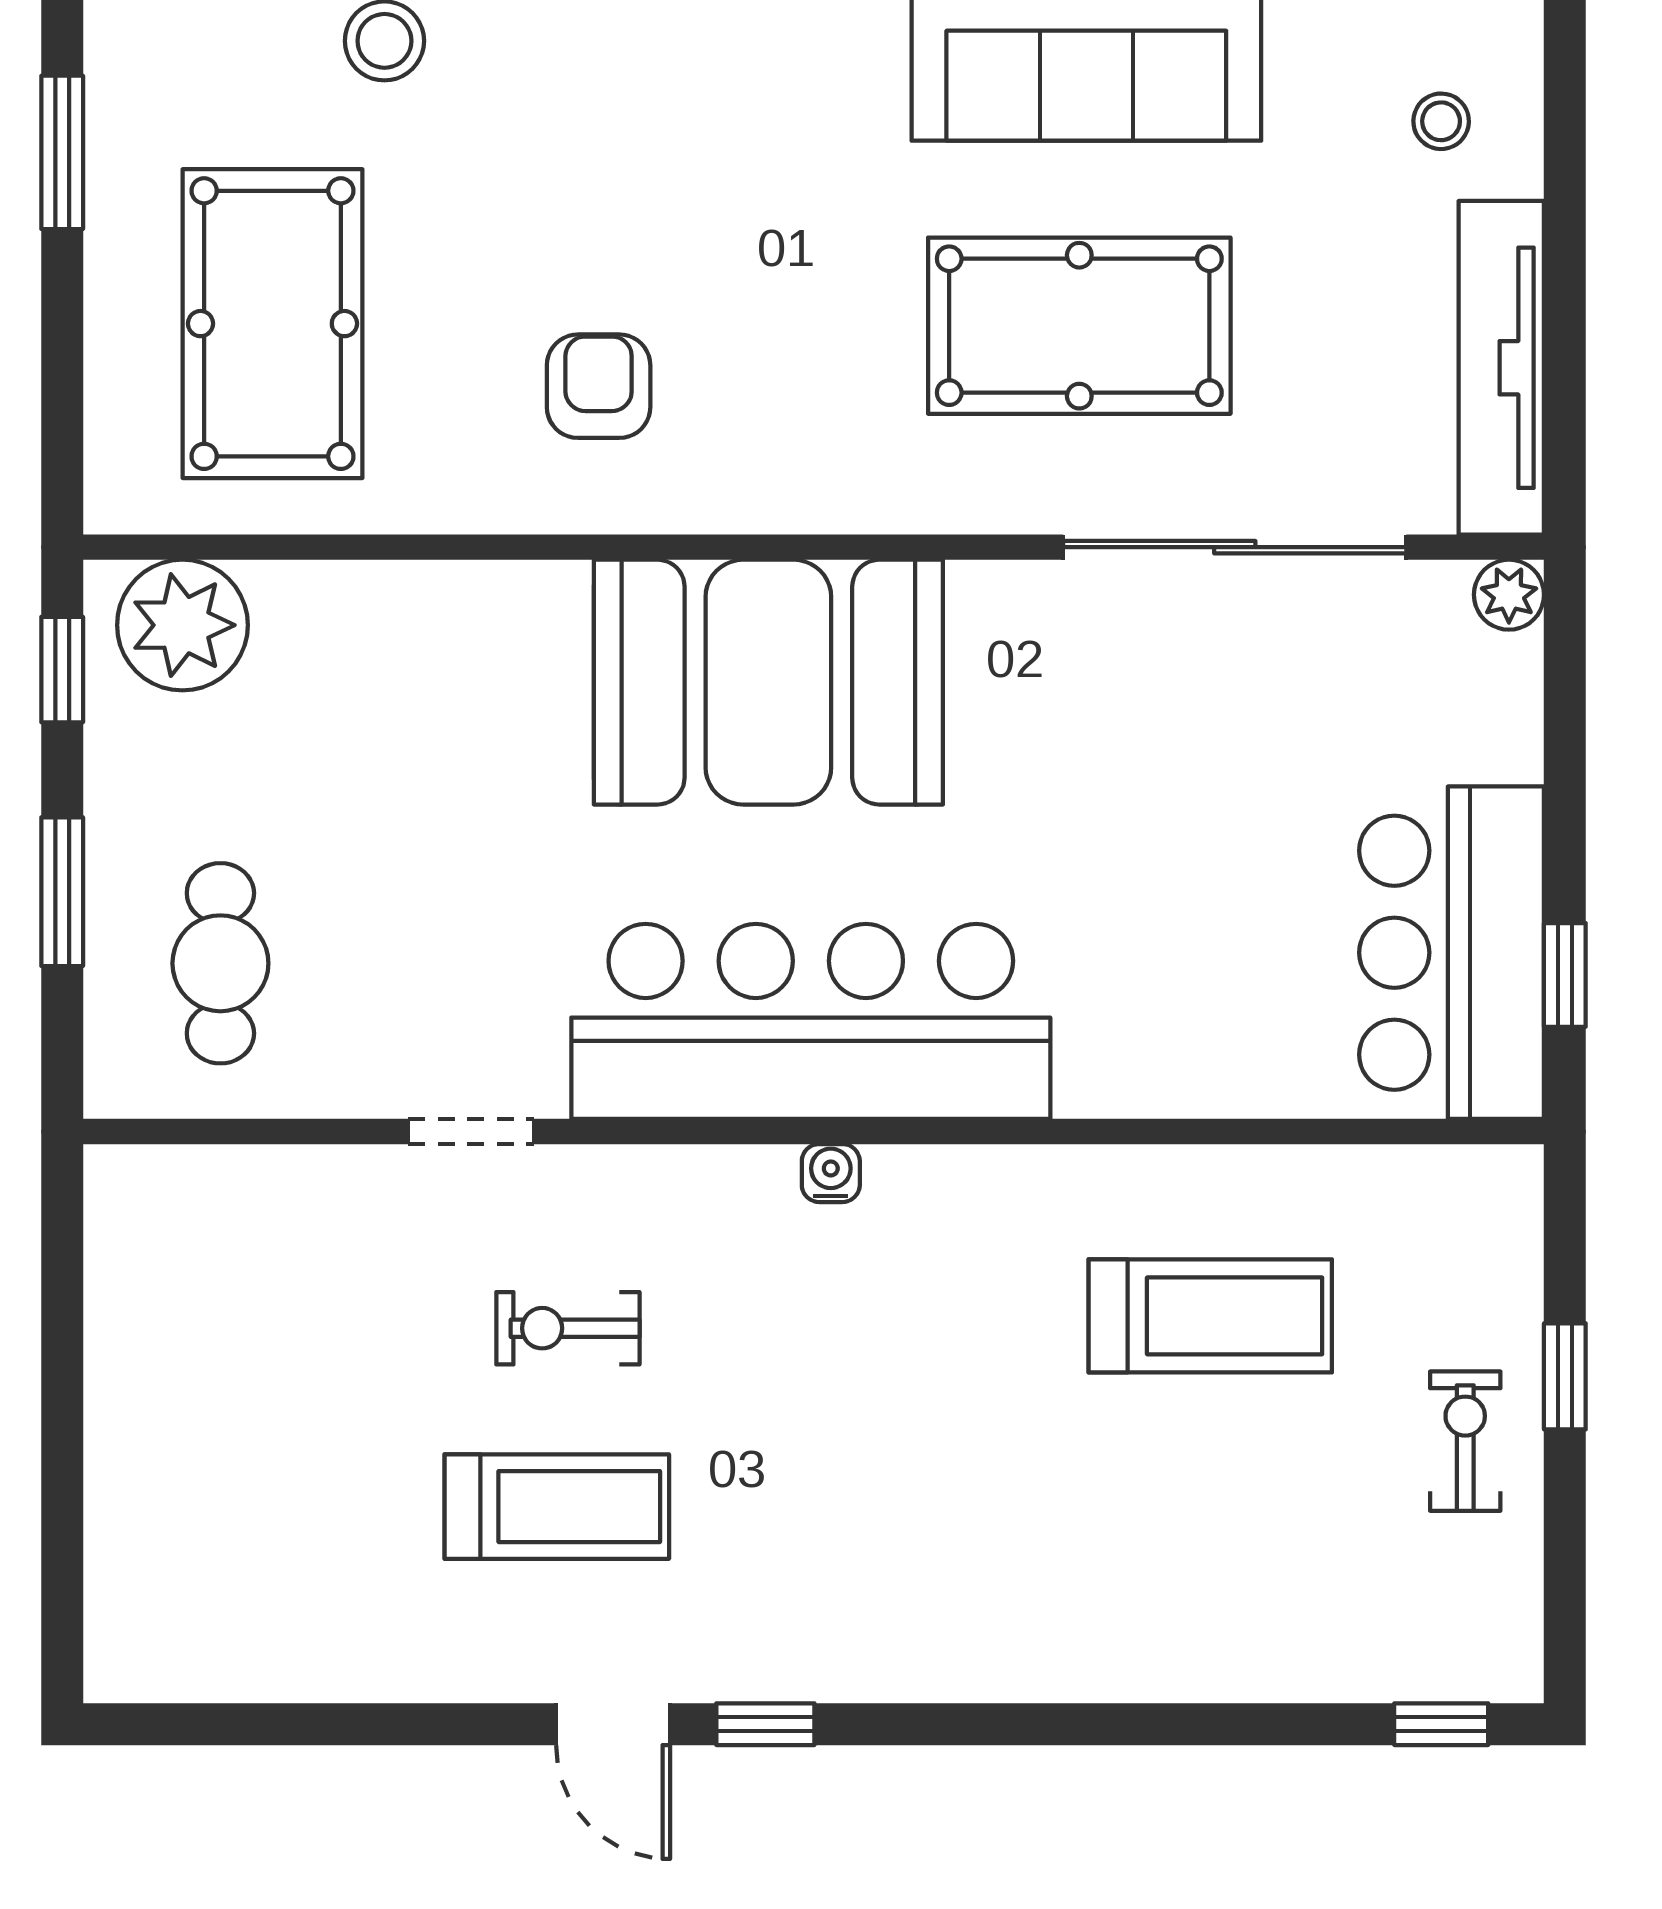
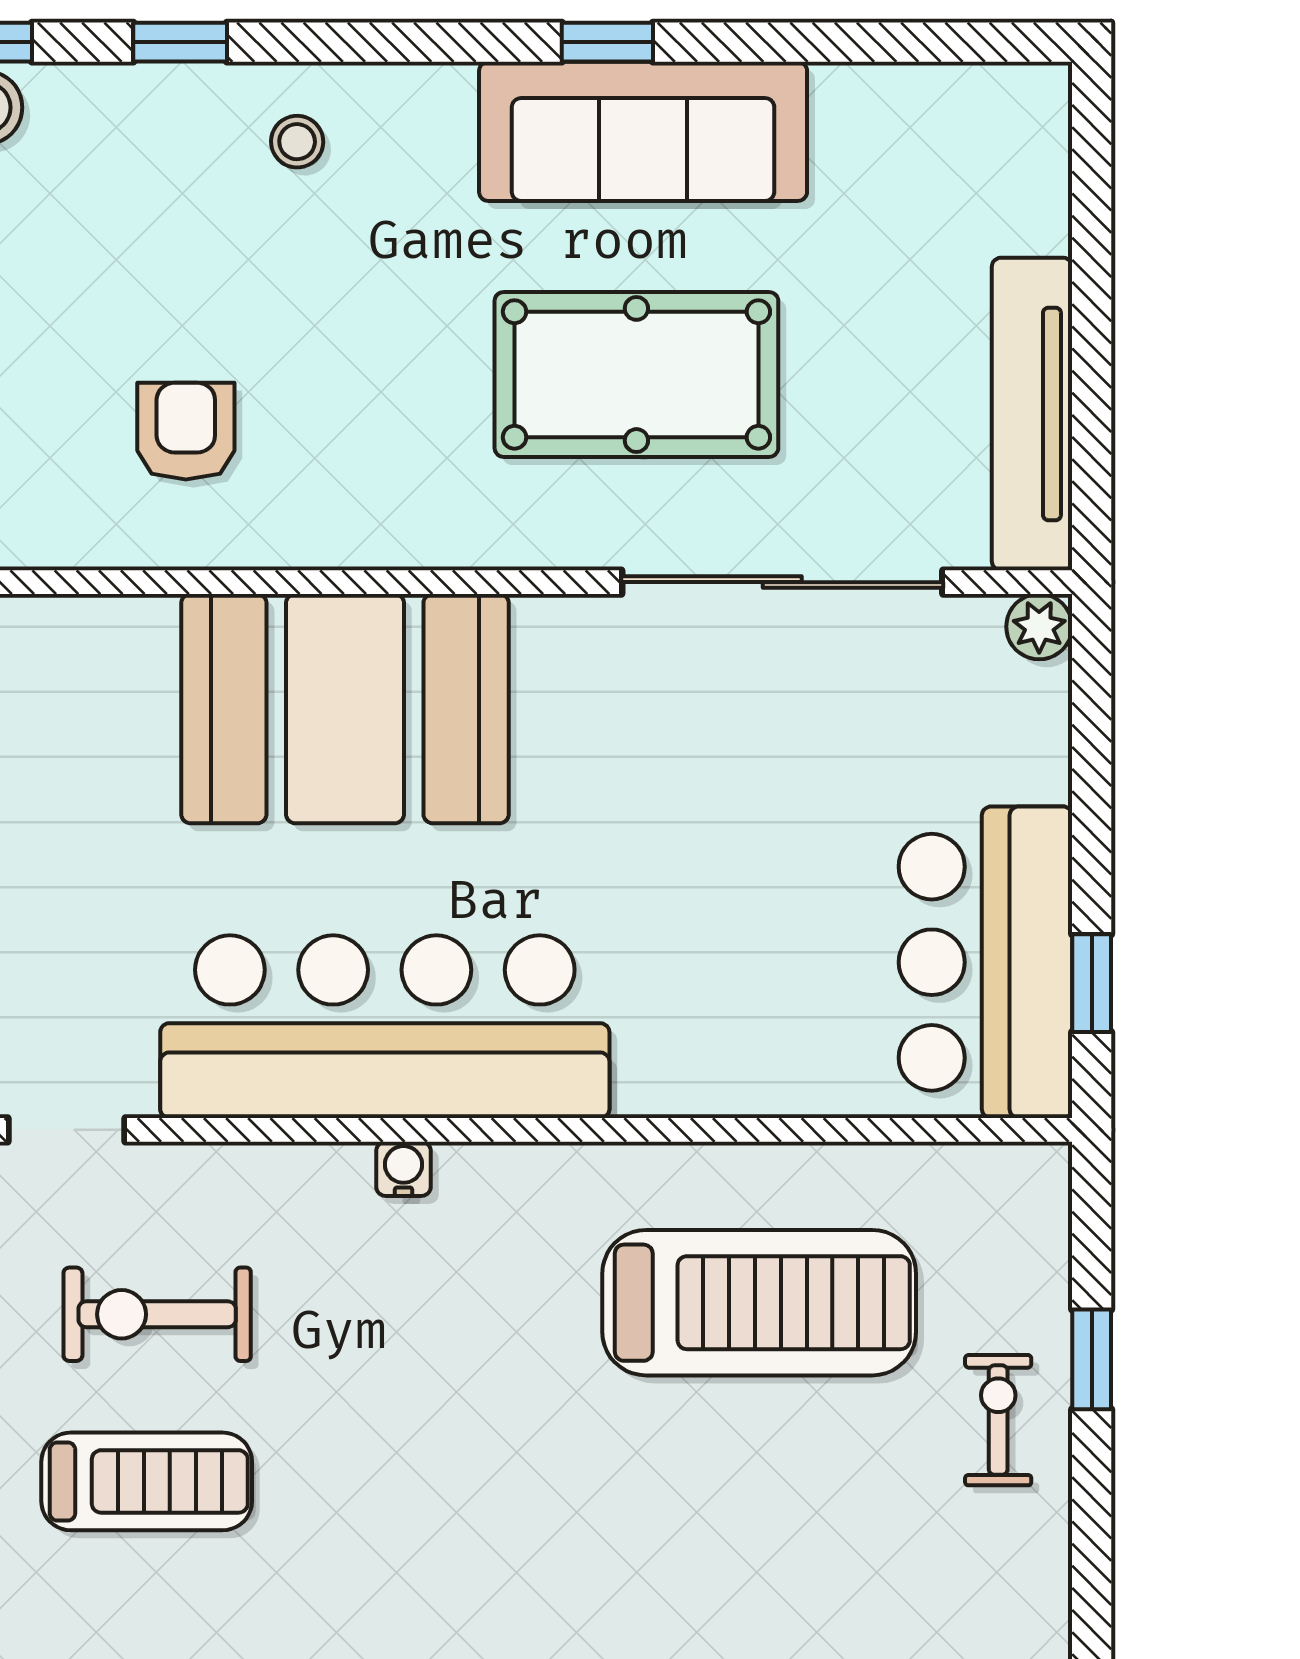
stool: (1441, 121) -> (297, 142), moved
treadmill: (1210, 1316) -> (759, 1303), width x1.37, depth x1.38
exercise bike: (568, 1328) -> (157, 1314), width x1.38, depth x1.39

